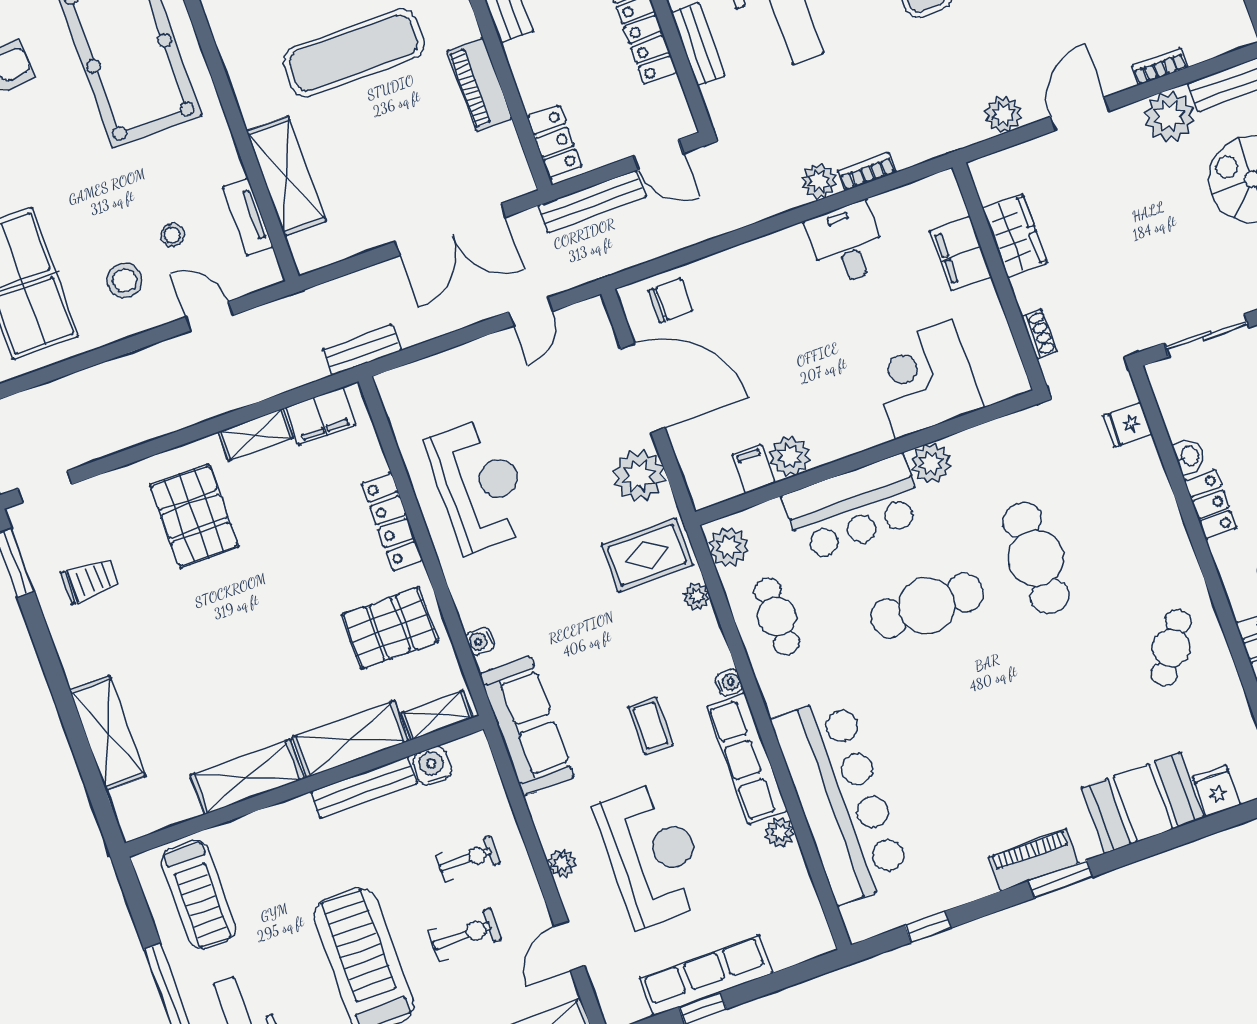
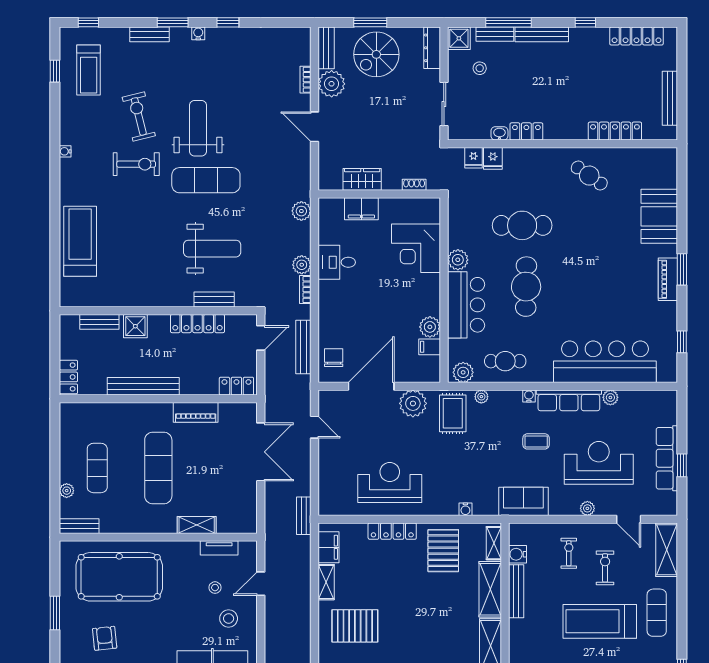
plant: (1003, 114) -> (301, 211), moved
bookcase: (867, 172) -> (305, 290), moved
shelving: (286, 176) -> (197, 525), width x0.67, depth x0.75
bench: (592, 201) -> (303, 347), moved
sofa: (527, 726) -> (523, 501), width x0.73
fridge: (1217, 791) -> (493, 158), moved, turned -90

